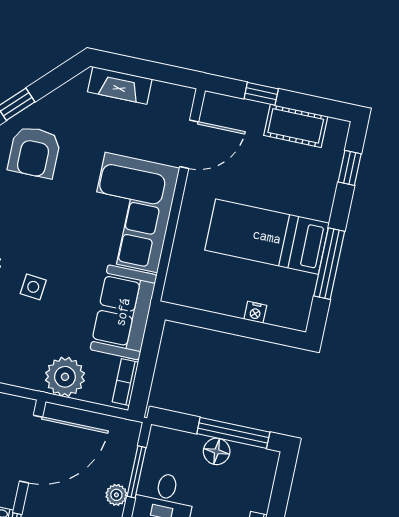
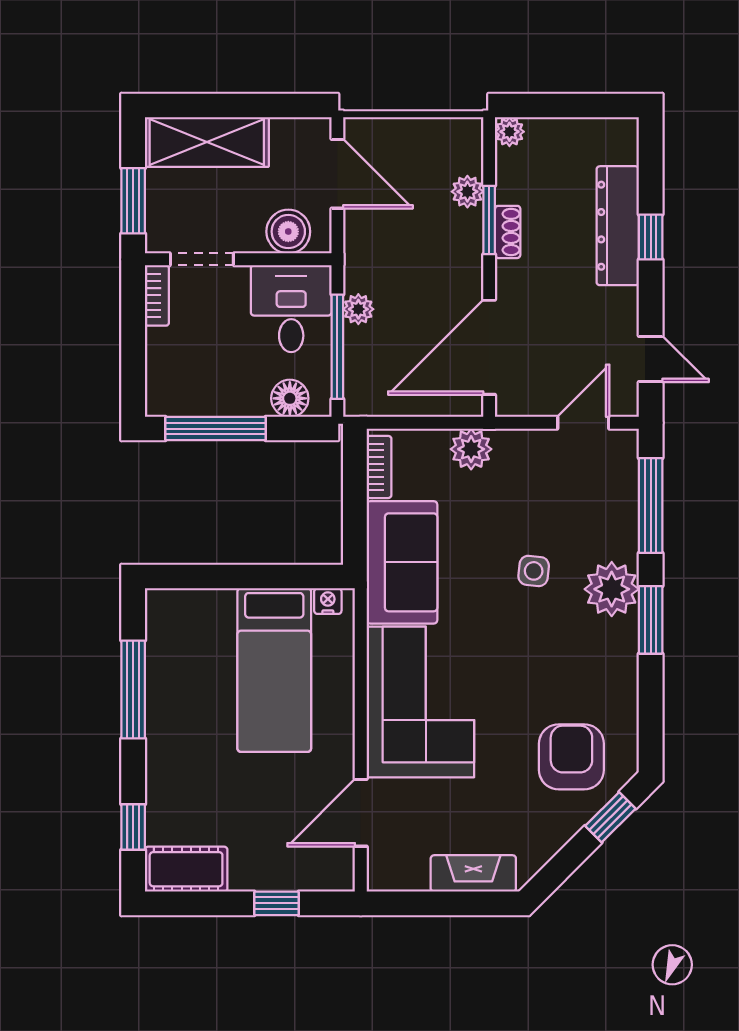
cot: (296, 126) -> (186, 869), moved
bed: (267, 237) -> (274, 670), moved, turned 90
nightstand: (255, 312) -> (328, 601), moved
plant: (65, 377) -> (471, 449), width x0.73, depth x0.73
floor lamp: (217, 451) -> (290, 398), moved
window: (137, 472) -> (337, 347), width x1.44

